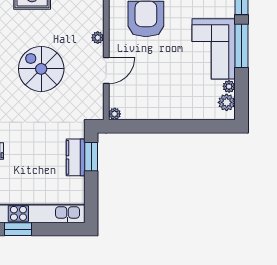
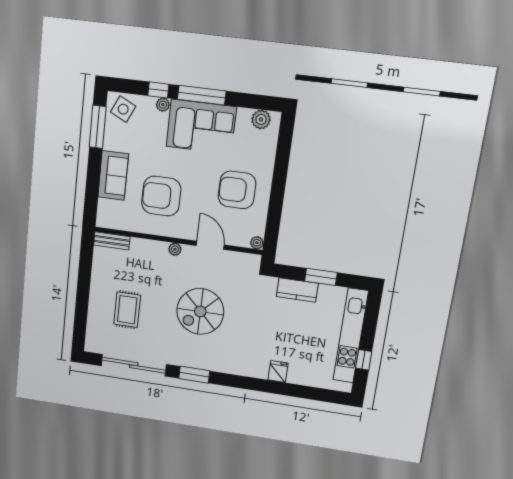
plant: (229, 86) -> (163, 105), moved
armchair: (161, 89) -> (237, 190), added
window: (91, 157) -> (321, 277), moved
window: (18, 229) -> (364, 360), width x0.67

